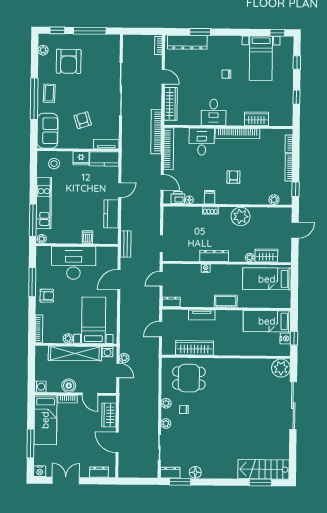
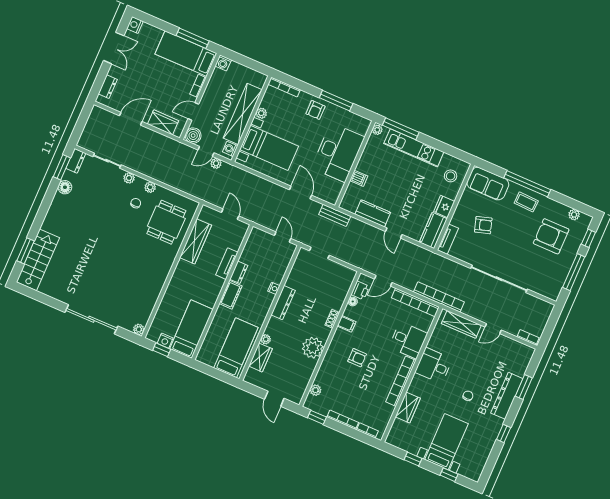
window: (277, 33) -> (504, 433), moved
dresser: (187, 42) -> (507, 396), moved
bed with nightstands: (261, 58) -> (446, 442), moved, turned 90
dresser: (171, 302) -> (239, 272), moved
plant: (281, 368) -> (139, 329), width x0.53, depth x0.53
boiler: (69, 386) -> (193, 136), moved
window: (31, 443) -> (193, 38), moved

